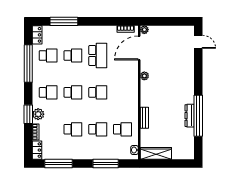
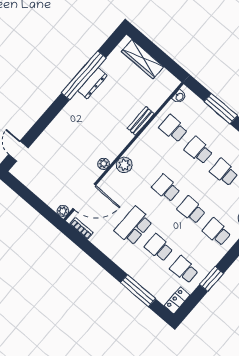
window: (28, 63) -> (212, 279), width x0.47
plant: (132, 85) -> (124, 165), added
wardrobe: (156, 153) -> (143, 59), moved

